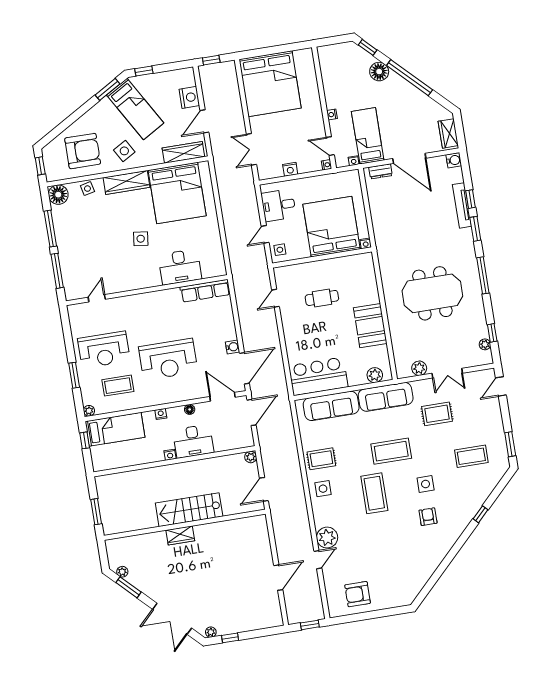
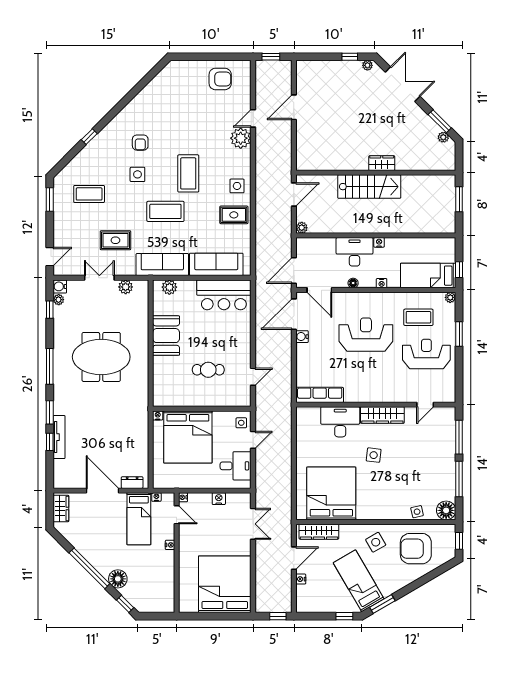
nightstand: (189, 97) -> (301, 579), width x0.53, depth x0.56
water cooler: (454, 160) -> (60, 286), moved
wardrobe: (126, 182) -> (382, 415), moved, turned 180

